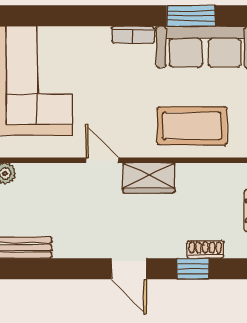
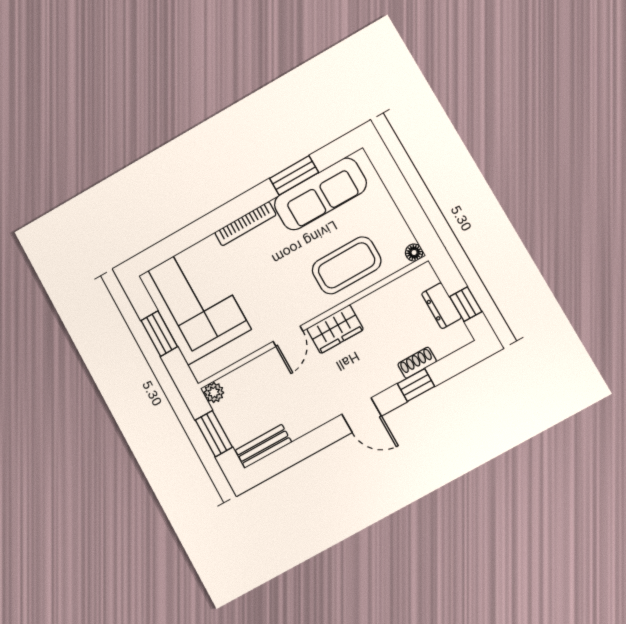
bookcase: (133, 35) -> (245, 224), width x1.56
door: (102, 160) -> (288, 336), swing flipped

